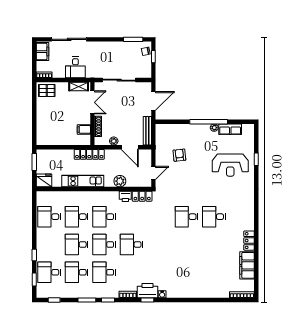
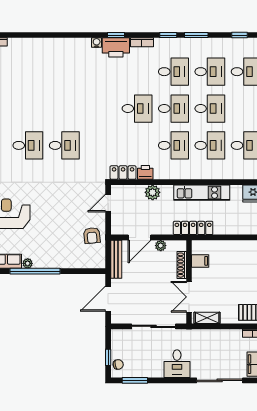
desk: (75, 67) -> (177, 364), moved, turned 180
door: (130, 147) -> (139, 237), swing flipped
armchair: (179, 155) -> (92, 236), moved

